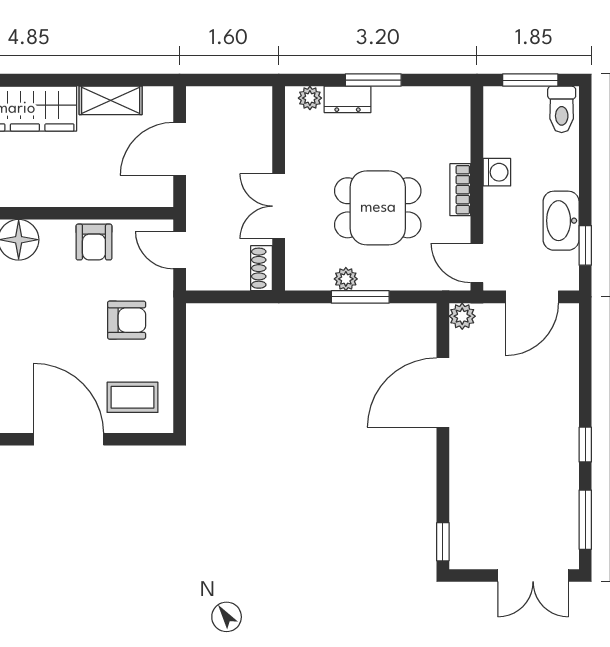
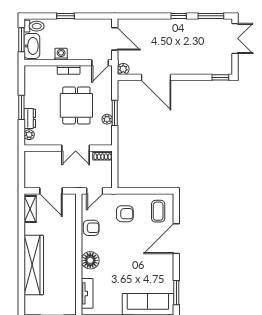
shelving: (111, 100) -> (30, 209), moved
washbasin: (561, 221) -> (32, 46), moved, turned -90
window: (585, 245) -> (66, 16), moved
armchair: (127, 320) -> (125, 214), turned 90

